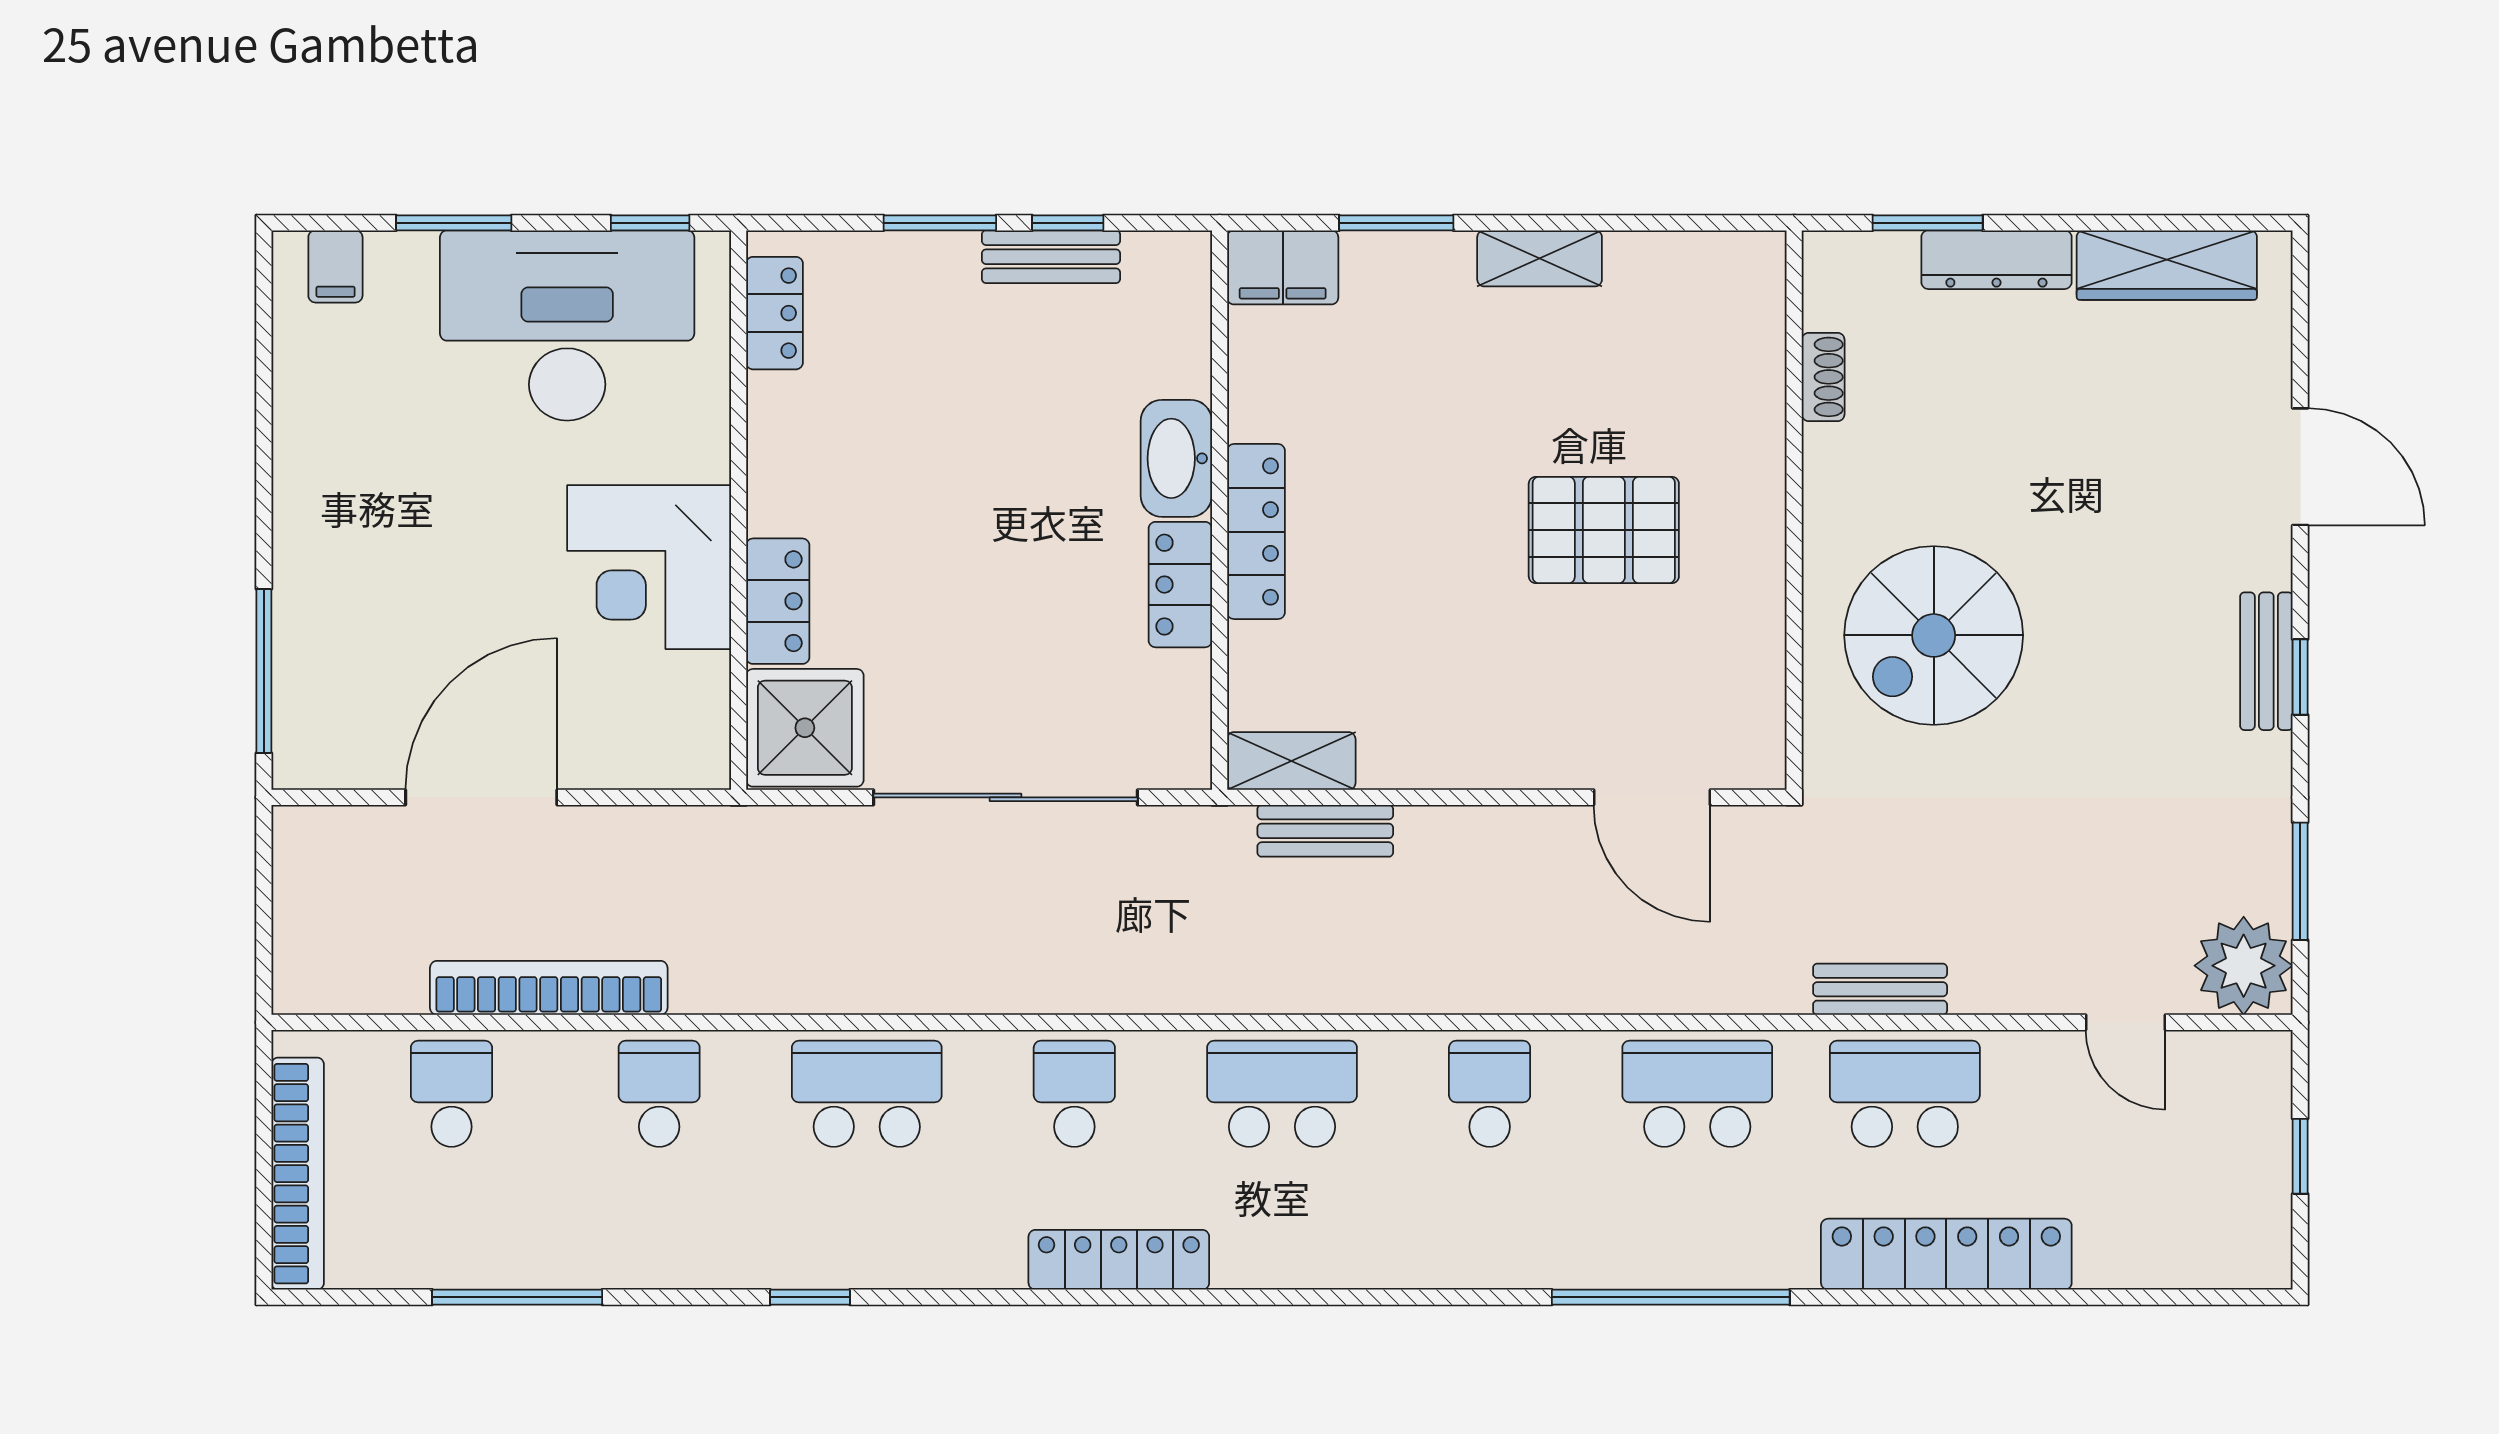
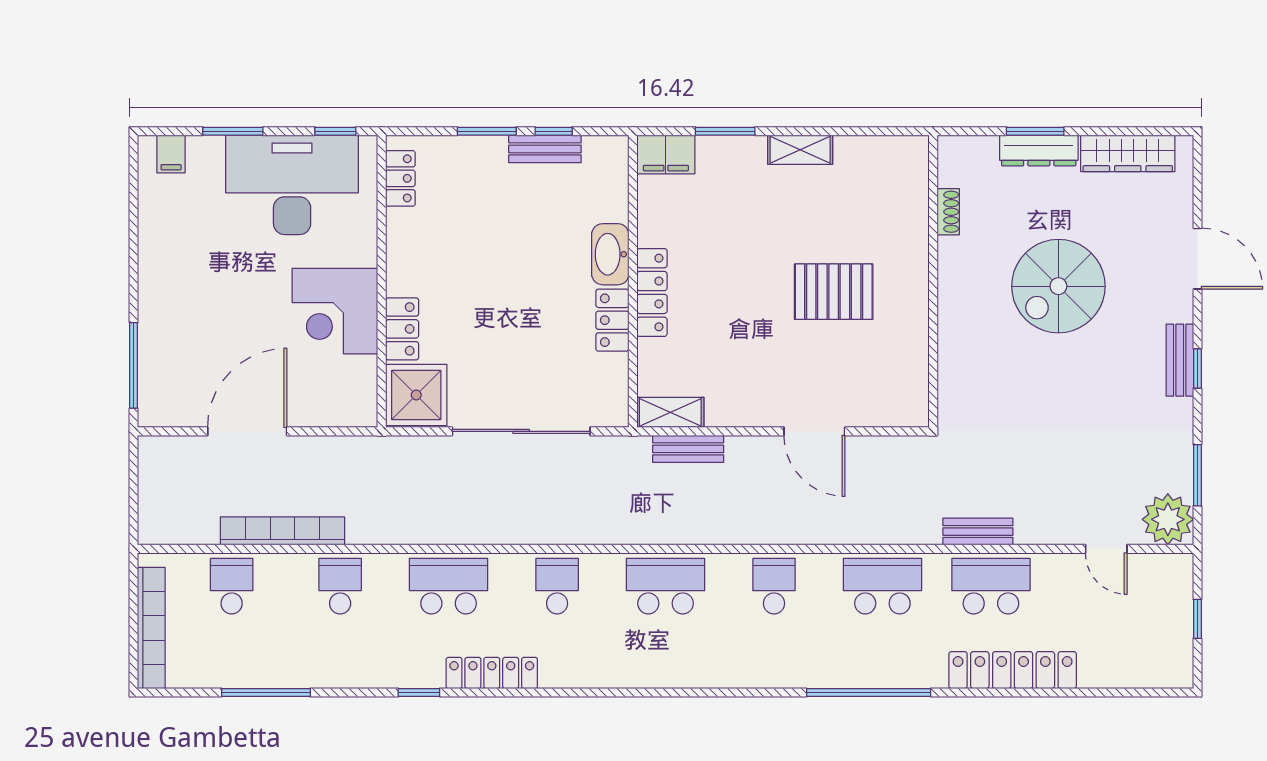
window: (1928, 223) -> (1035, 131), moved
spiral stairs: (1934, 635) -> (1058, 286), moved
door: (1652, 797) -> (814, 431), moved
locker: (1119, 1260) -> (492, 673), moved

